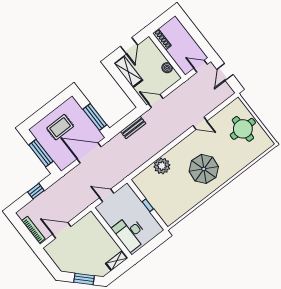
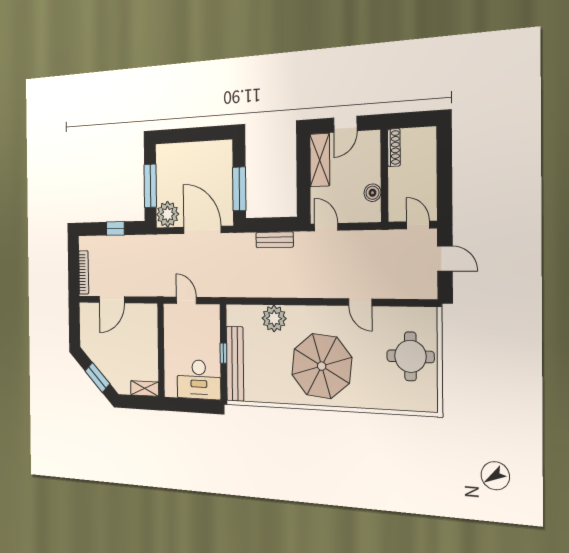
door: (225, 72) -> (445, 259), swing flipped
rug: (60, 127) -> (192, 170), removed
plant: (63, 160) -> (168, 214), added
parasol: (204, 169) -> (322, 366), width x1.36, depth x1.36
bench: (158, 205) -> (235, 364), added
door: (62, 230) -> (112, 300), swing flipped
desk: (130, 233) -> (199, 379), moved, turned -90

